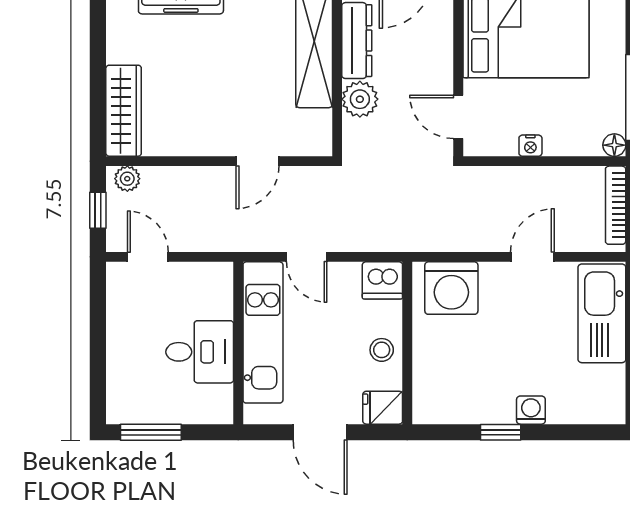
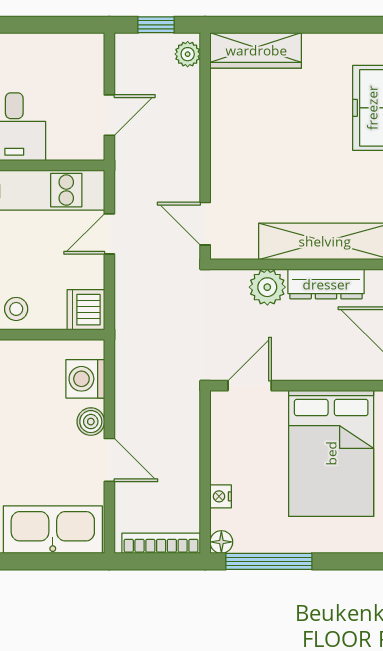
nightstand: (530, 146) -> (221, 496), moved
door: (258, 161) -> (205, 224), moved
door: (148, 257) -> (109, 115), moved
boiler: (494, 275) -> (91, 422), added
washing machine: (451, 288) -> (85, 379), width x0.73, depth x0.73

